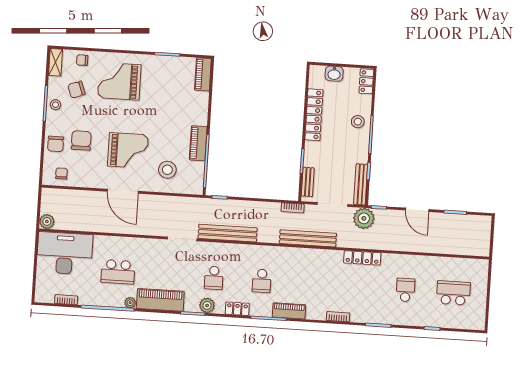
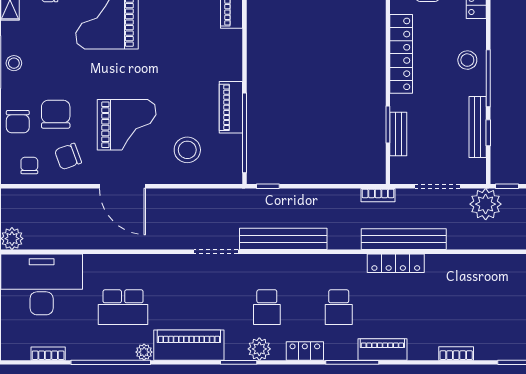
chair: (76, 90) -> (68, 156), moved
bench: (308, 182) -> (398, 134), moved
bench: (361, 184) -> (478, 127), moved
locker: (362, 258) -> (396, 263), moved

